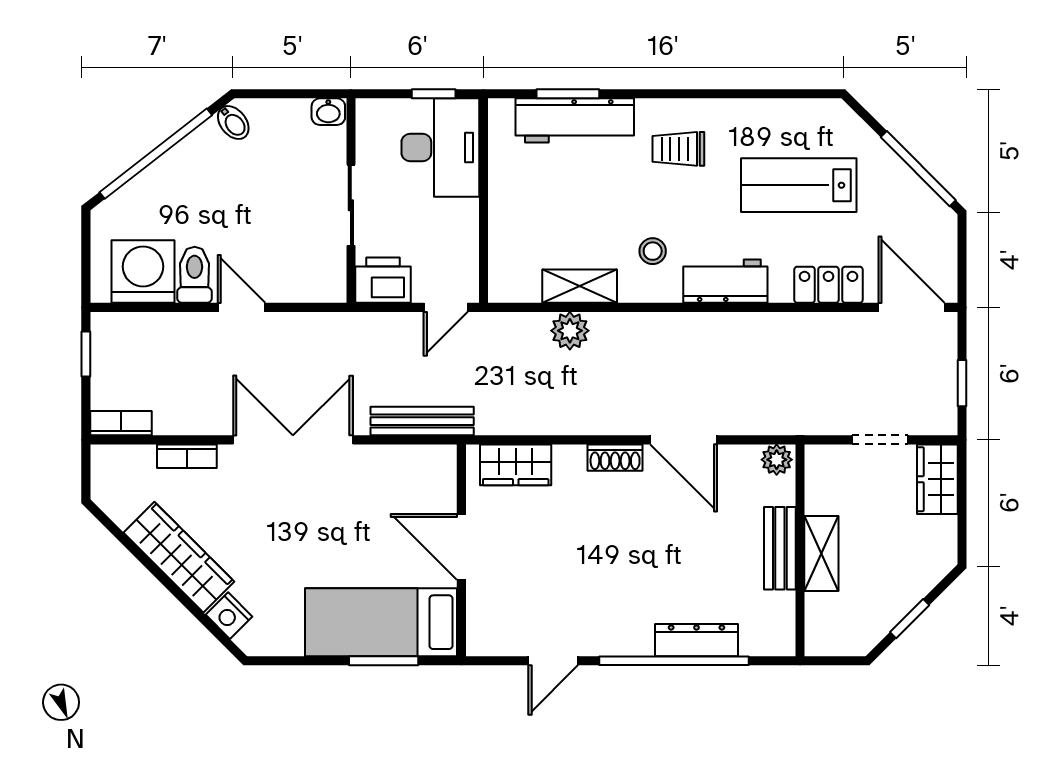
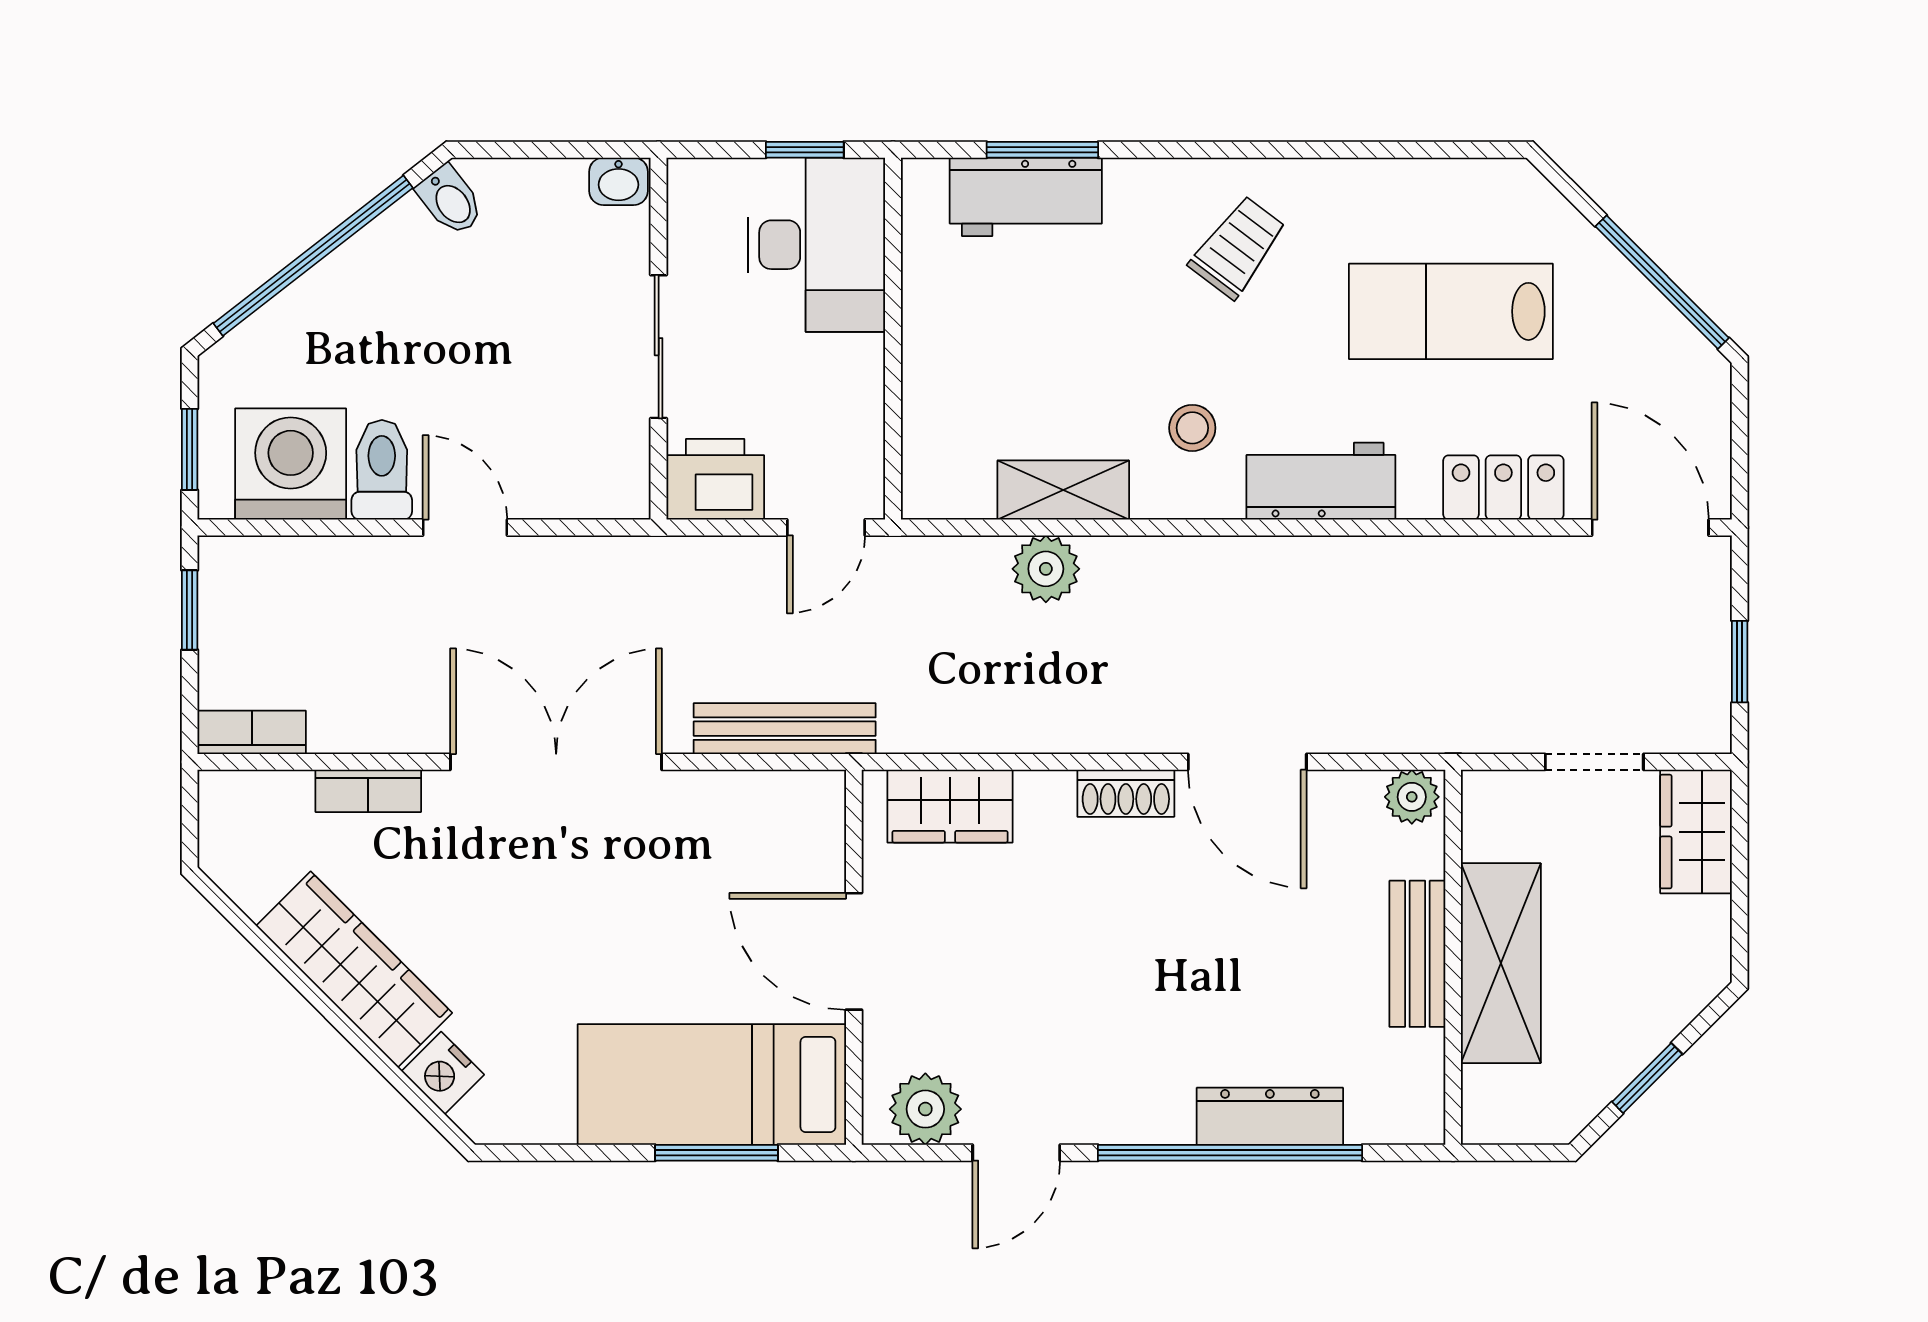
workbench: (575, 120) -> (1026, 197), width x0.73
trolley: (678, 149) -> (1238, 247), turned 127
window: (86, 263) -> (190, 449), added
shelving: (821, 554) -> (1501, 963), width x1.50, depth x1.33
plant: (502, 636) -> (925, 1109), added

